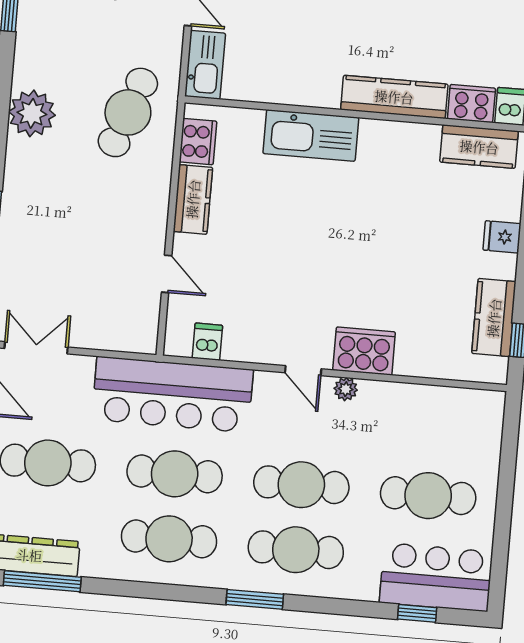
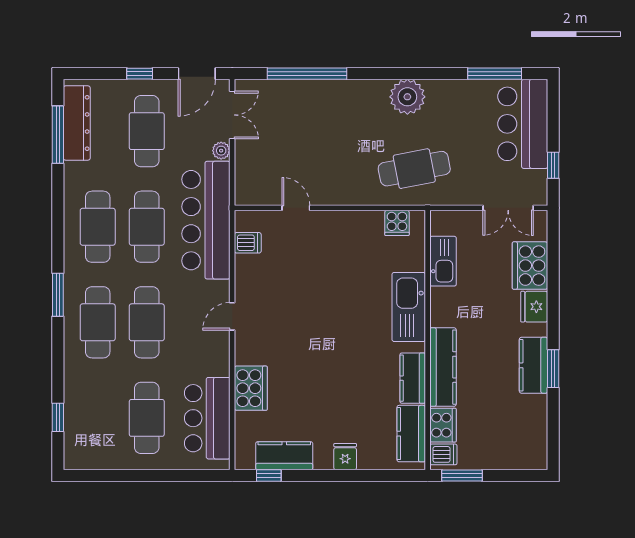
kitchen sink: (205, 65) -> (443, 261), moved, turned -90
cafe table: (128, 112) -> (414, 169), turned -31
cooker: (198, 142) -> (397, 223), width x0.73
kitchen counter: (193, 199) -> (413, 378), moved, turned 90
door: (167, 274) -> (296, 208), swing flipped
cooker: (364, 351) -> (251, 388), moved
plant: (346, 389) -> (221, 151), moved
bar counter: (436, 577) -> (207, 418), moved, turned 180

